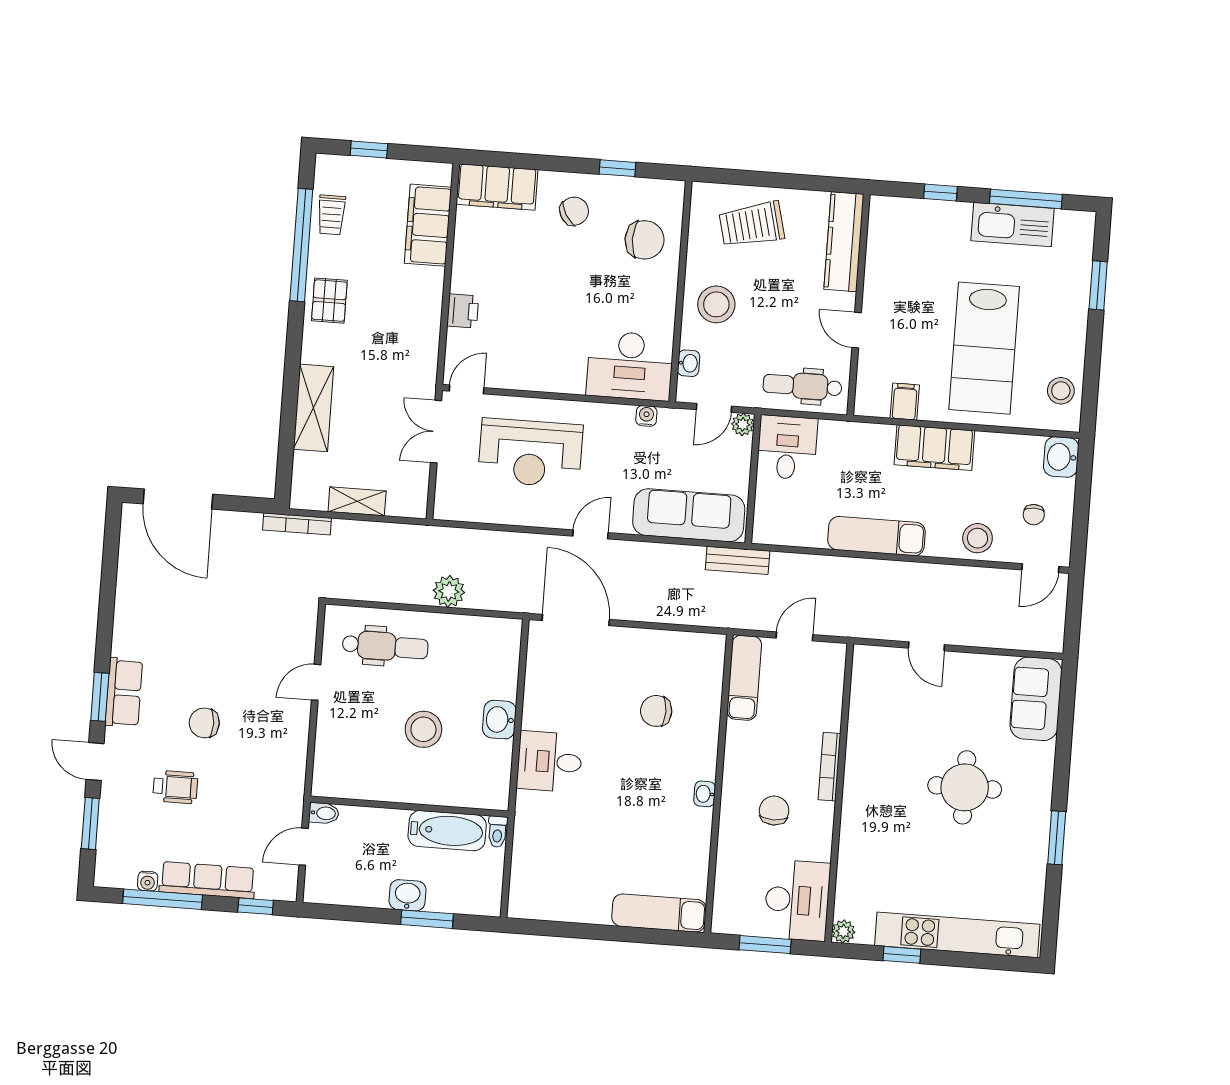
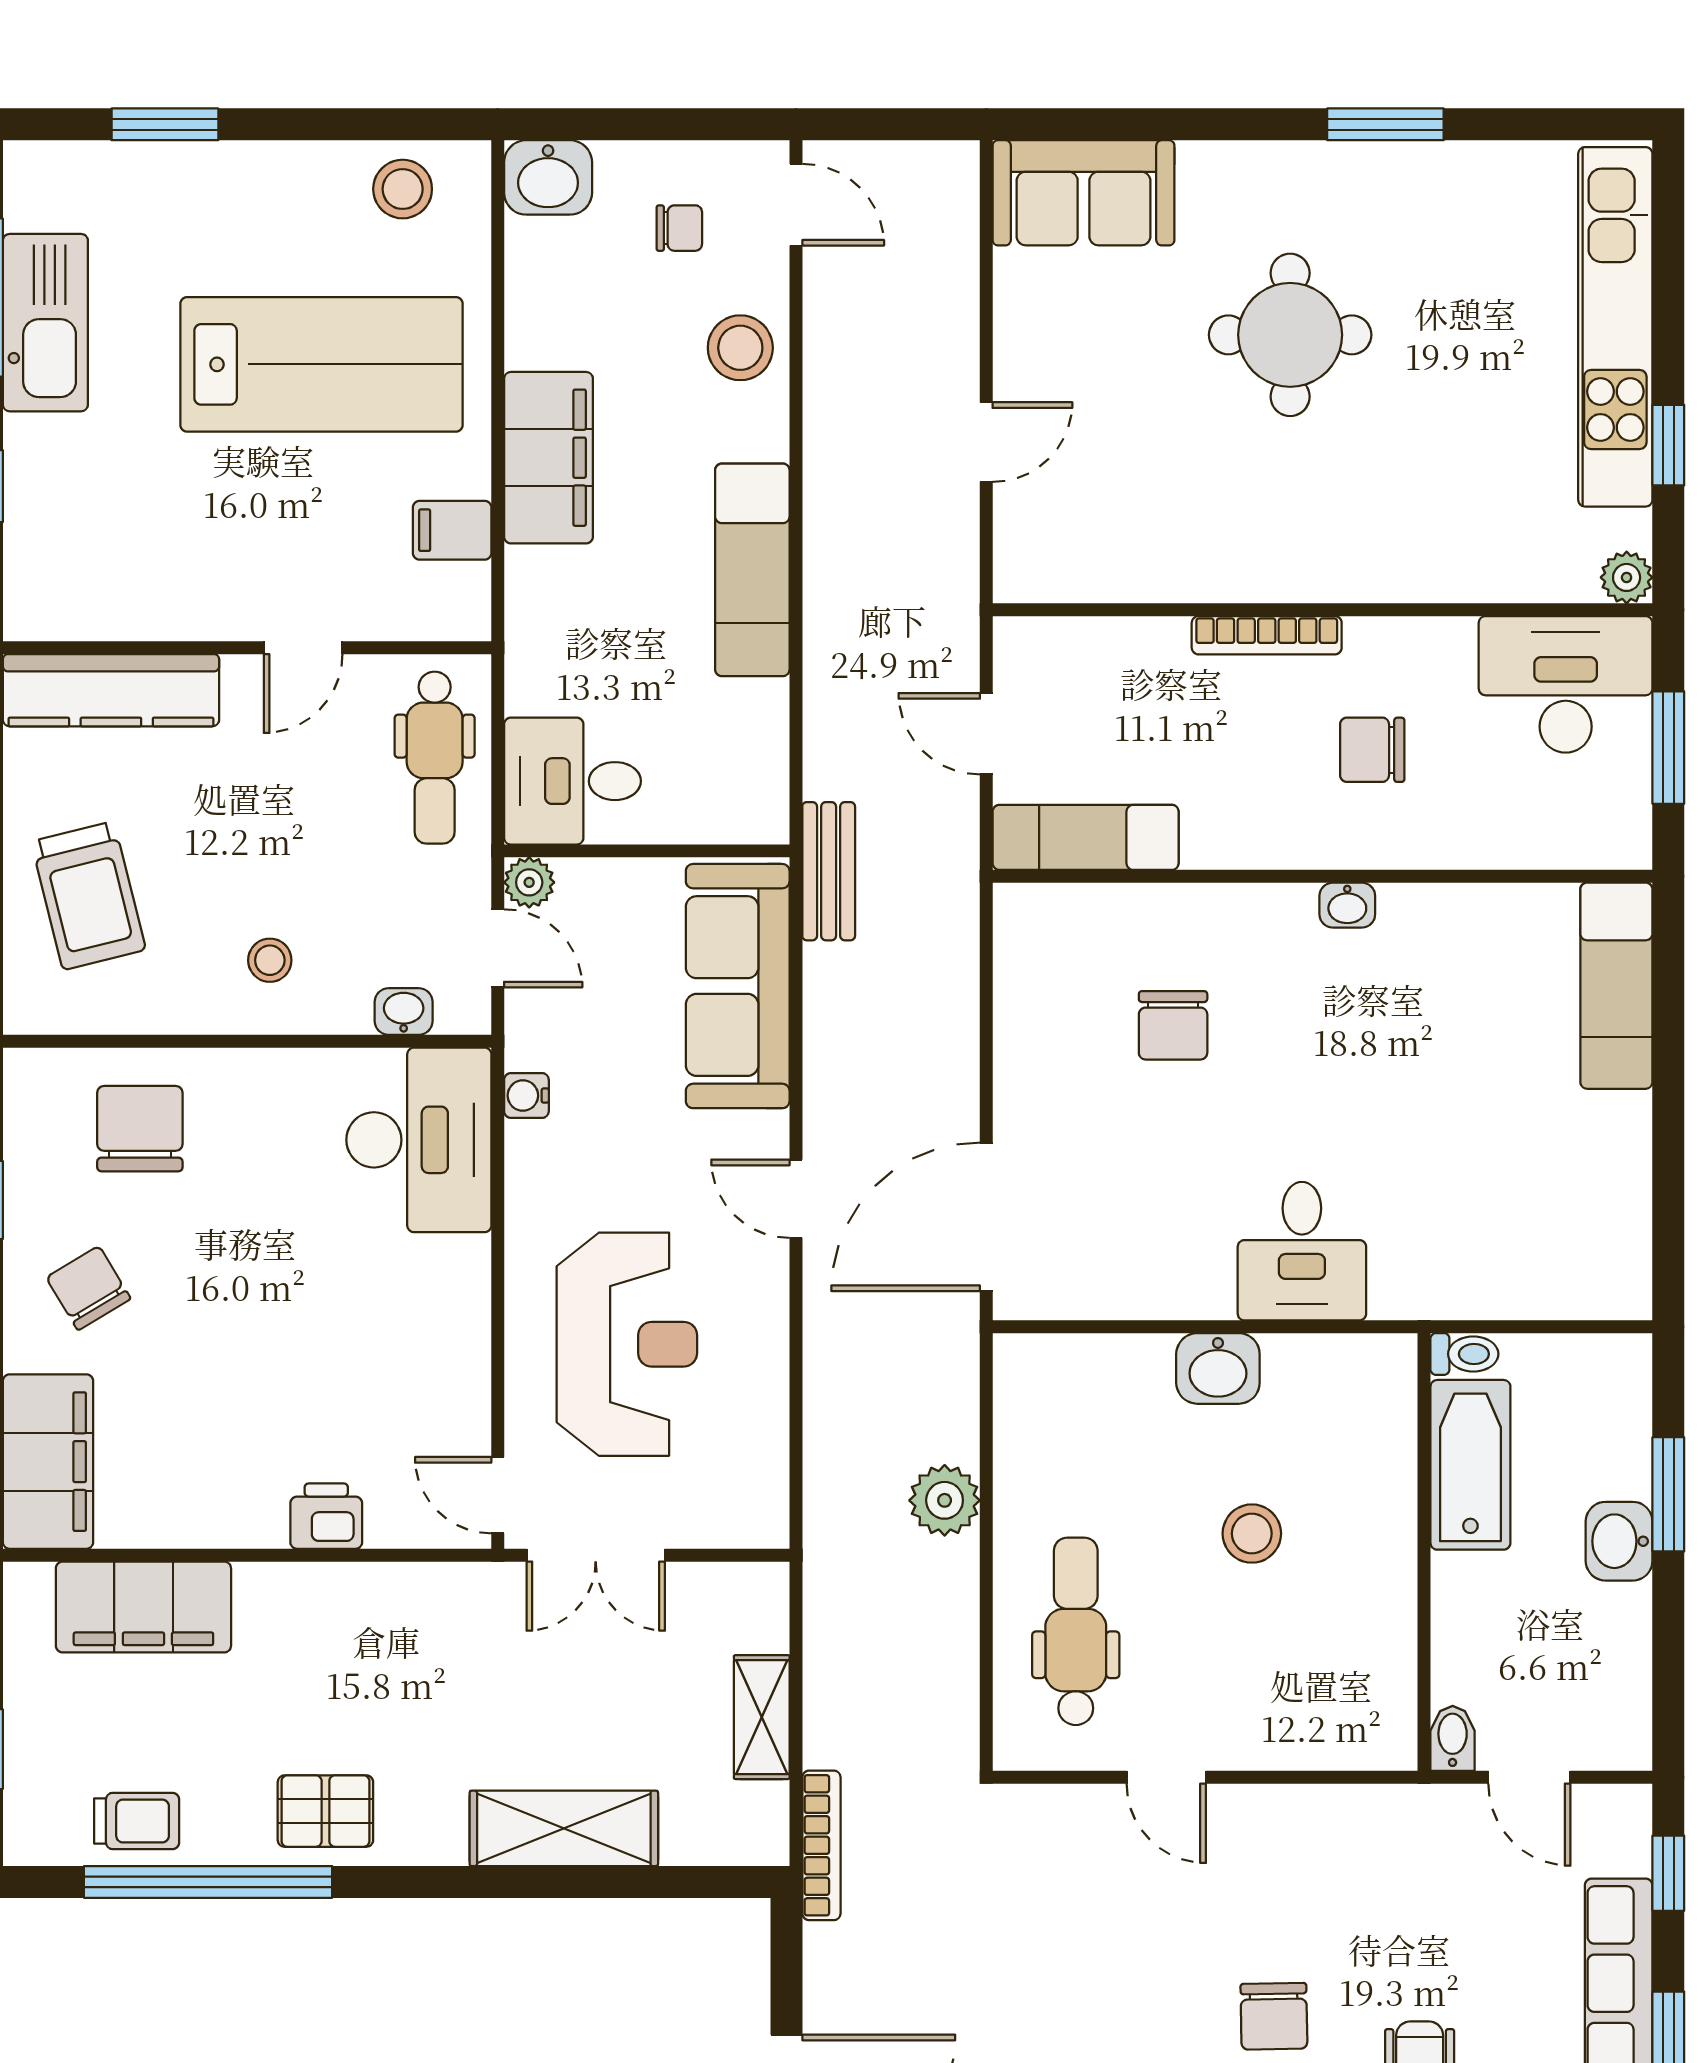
stool: (716, 304) -> (270, 960), width x0.53, depth x0.53
stool: (423, 729) -> (1252, 1534), width x0.73, depth x0.73

